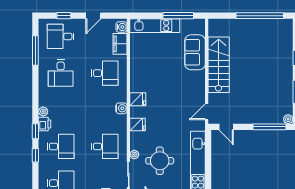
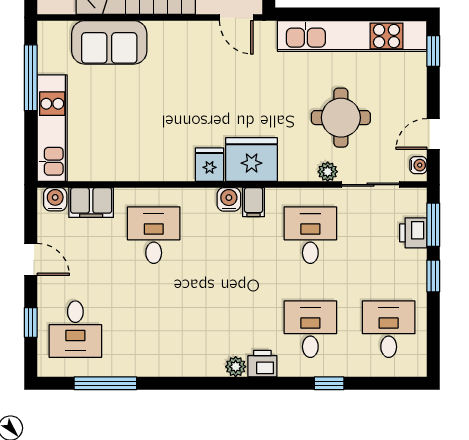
desk: (61, 73) -> (154, 329), removed
filing cabinet: (120, 120) -> (254, 202), added
fridge: (137, 125) -> (252, 160), width x1.88, depth x1.34
window: (35, 131) -> (278, 383), removed

